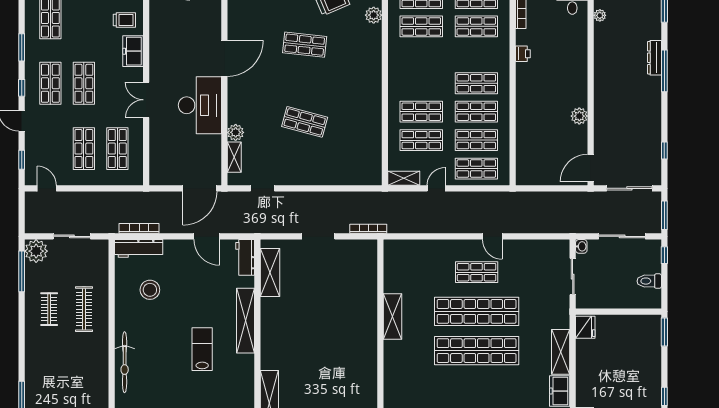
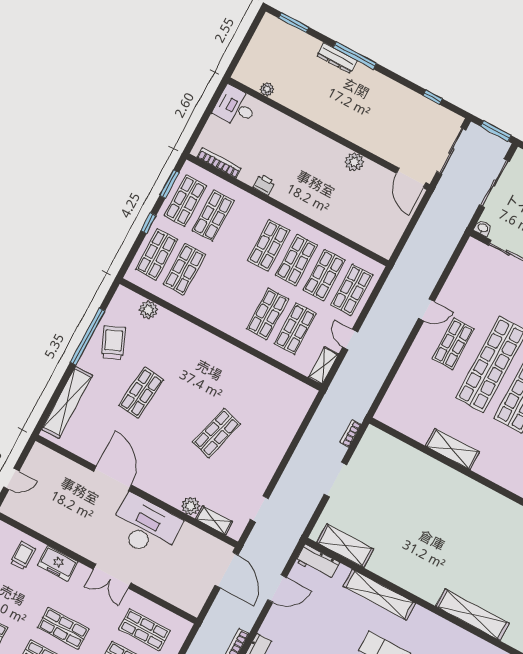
bookcase: (368, 229) -> (351, 433), width x0.64

